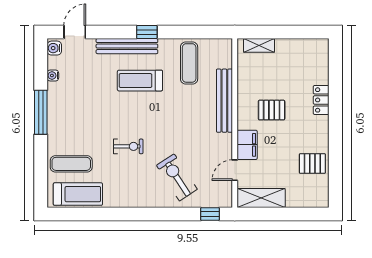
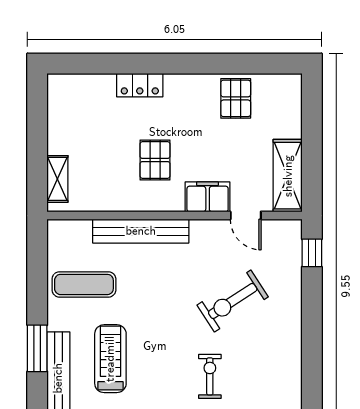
window: (147, 32) -> (37, 348), width x1.50
treadmill: (140, 81) -> (110, 359), turned 180
exercise bike: (177, 177) -> (233, 301), moved

